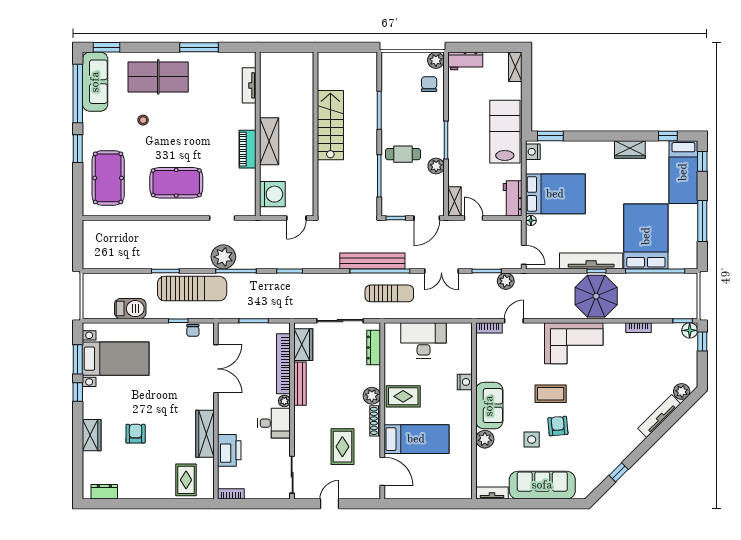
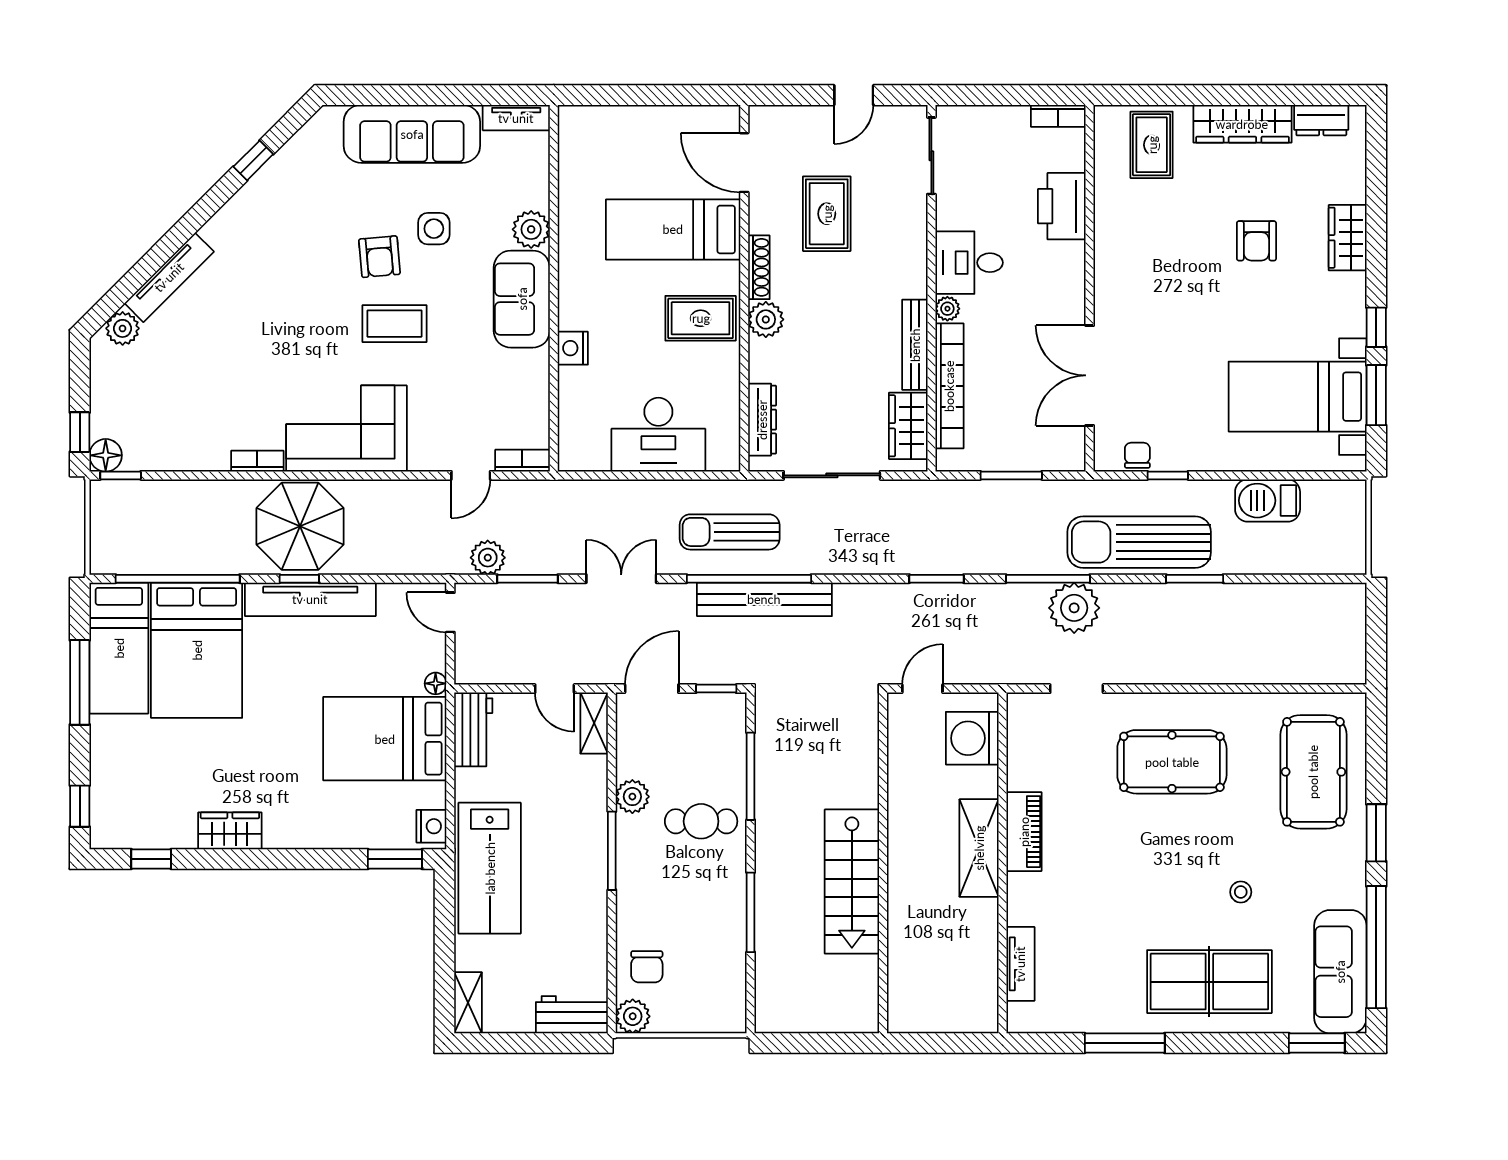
bed: (683, 172) -> (119, 648), moved, turned 180
bookcase: (638, 328) -> (257, 461), moved
wardrobe: (205, 434) -> (1242, 124), moved, turned 90

